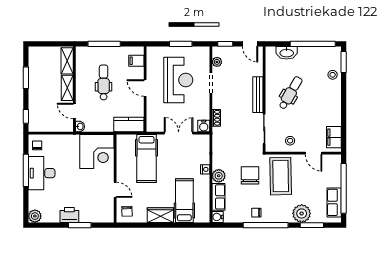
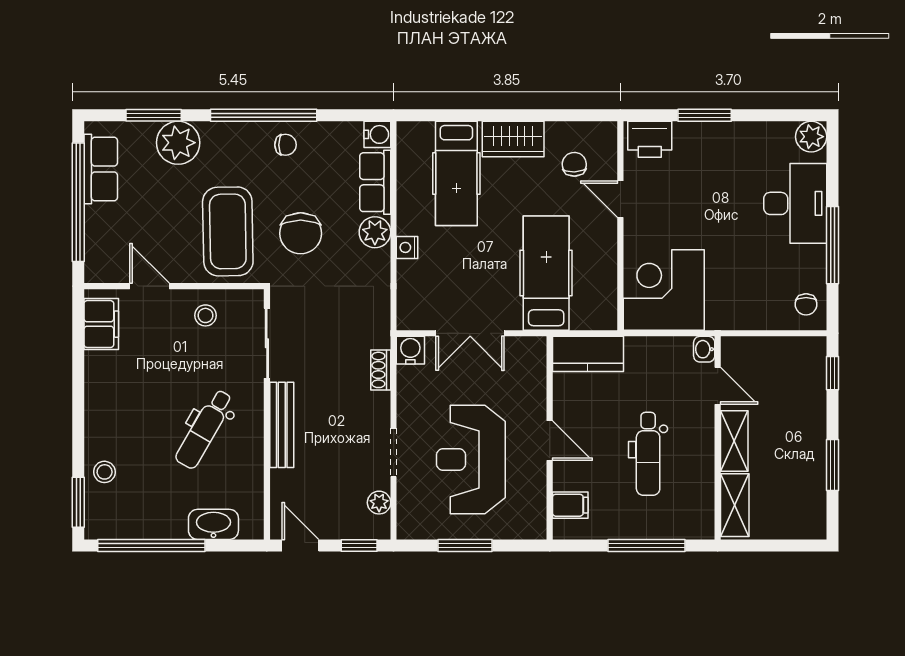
desk: (42, 173) -> (795, 203), moved
chair: (127, 211) -> (574, 164), moved
printer: (69, 215) -> (650, 139), moved

